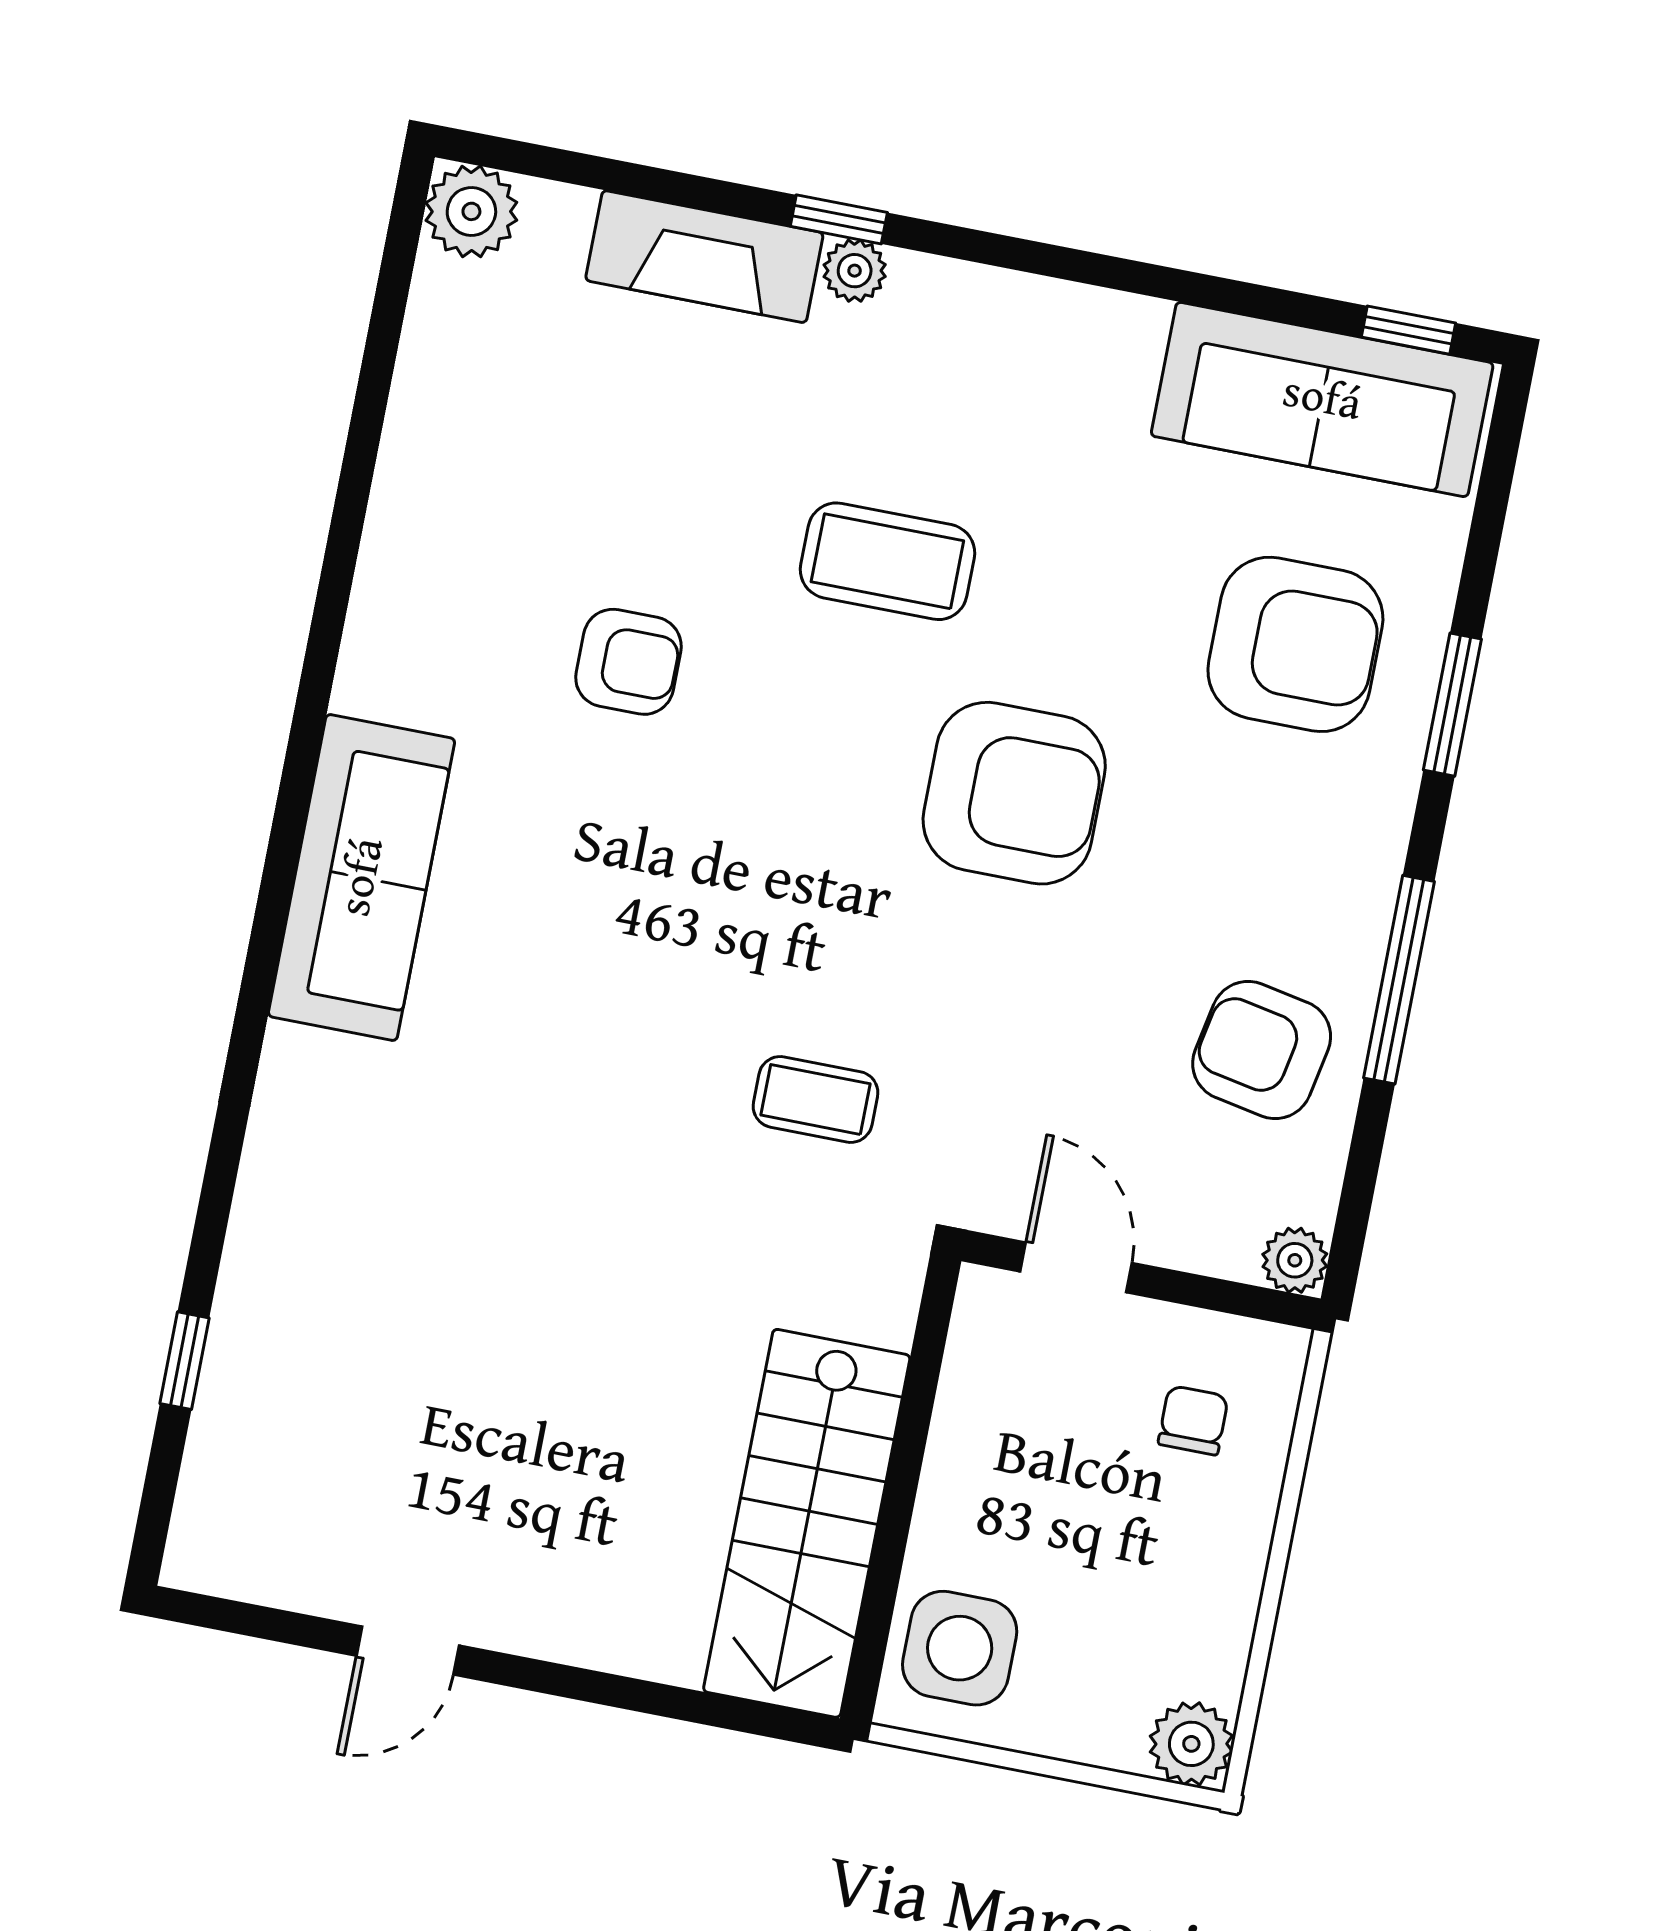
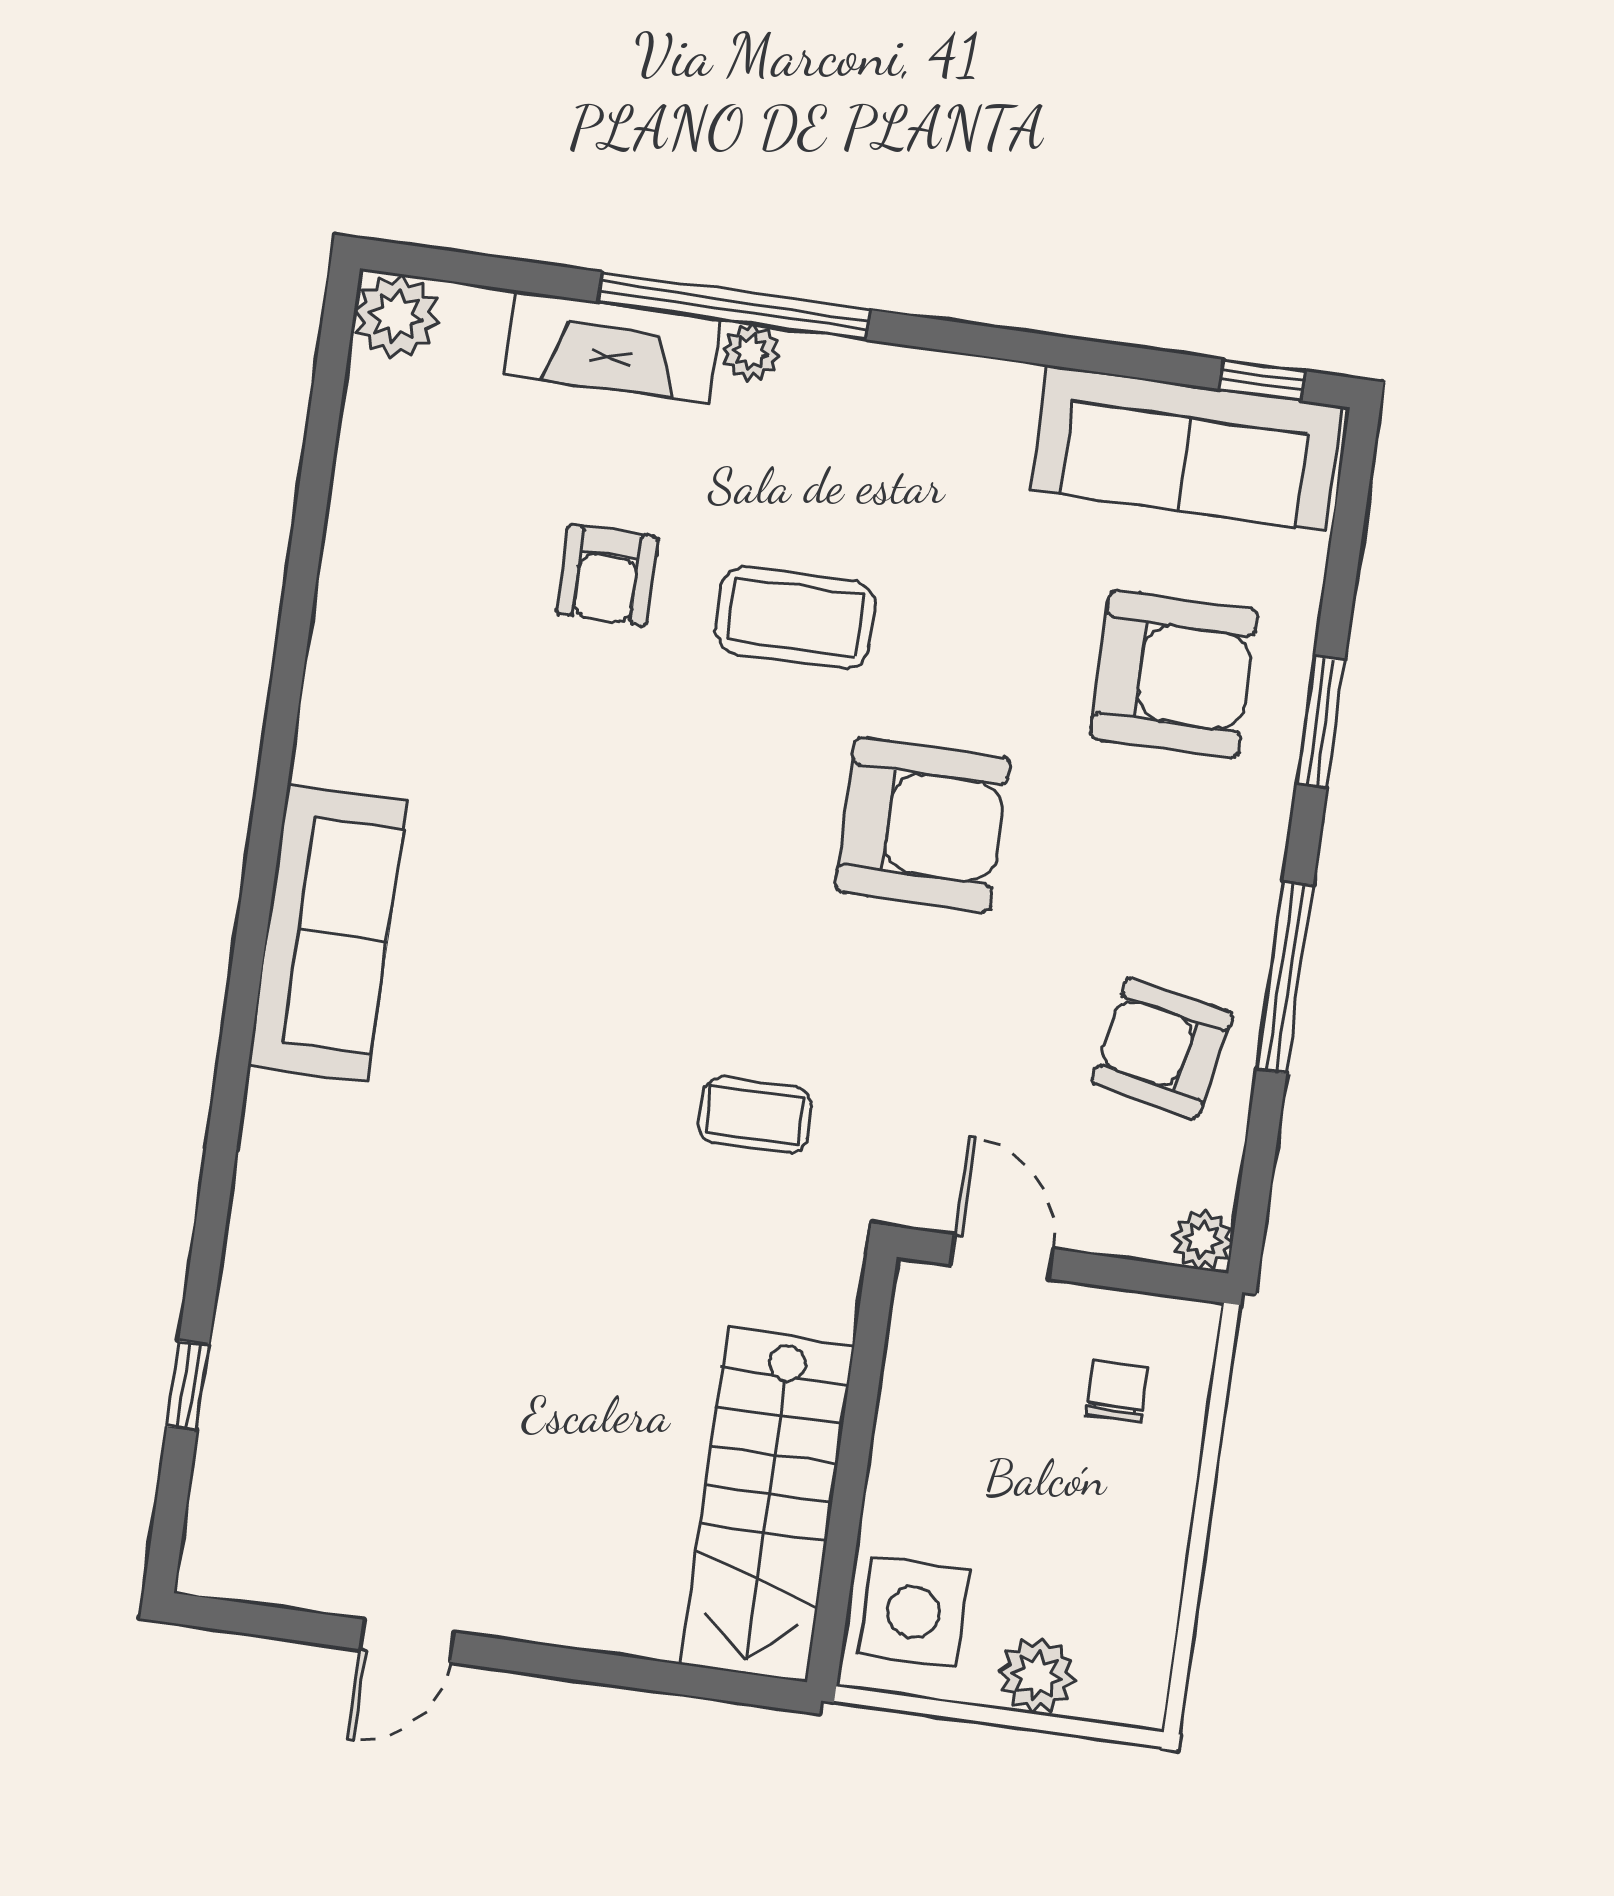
window: (839, 219) -> (734, 306), width x3.17
armchair: (628, 662) -> (607, 575), moved, turned 90
plant: (1191, 1744) -> (1037, 1676), moved

